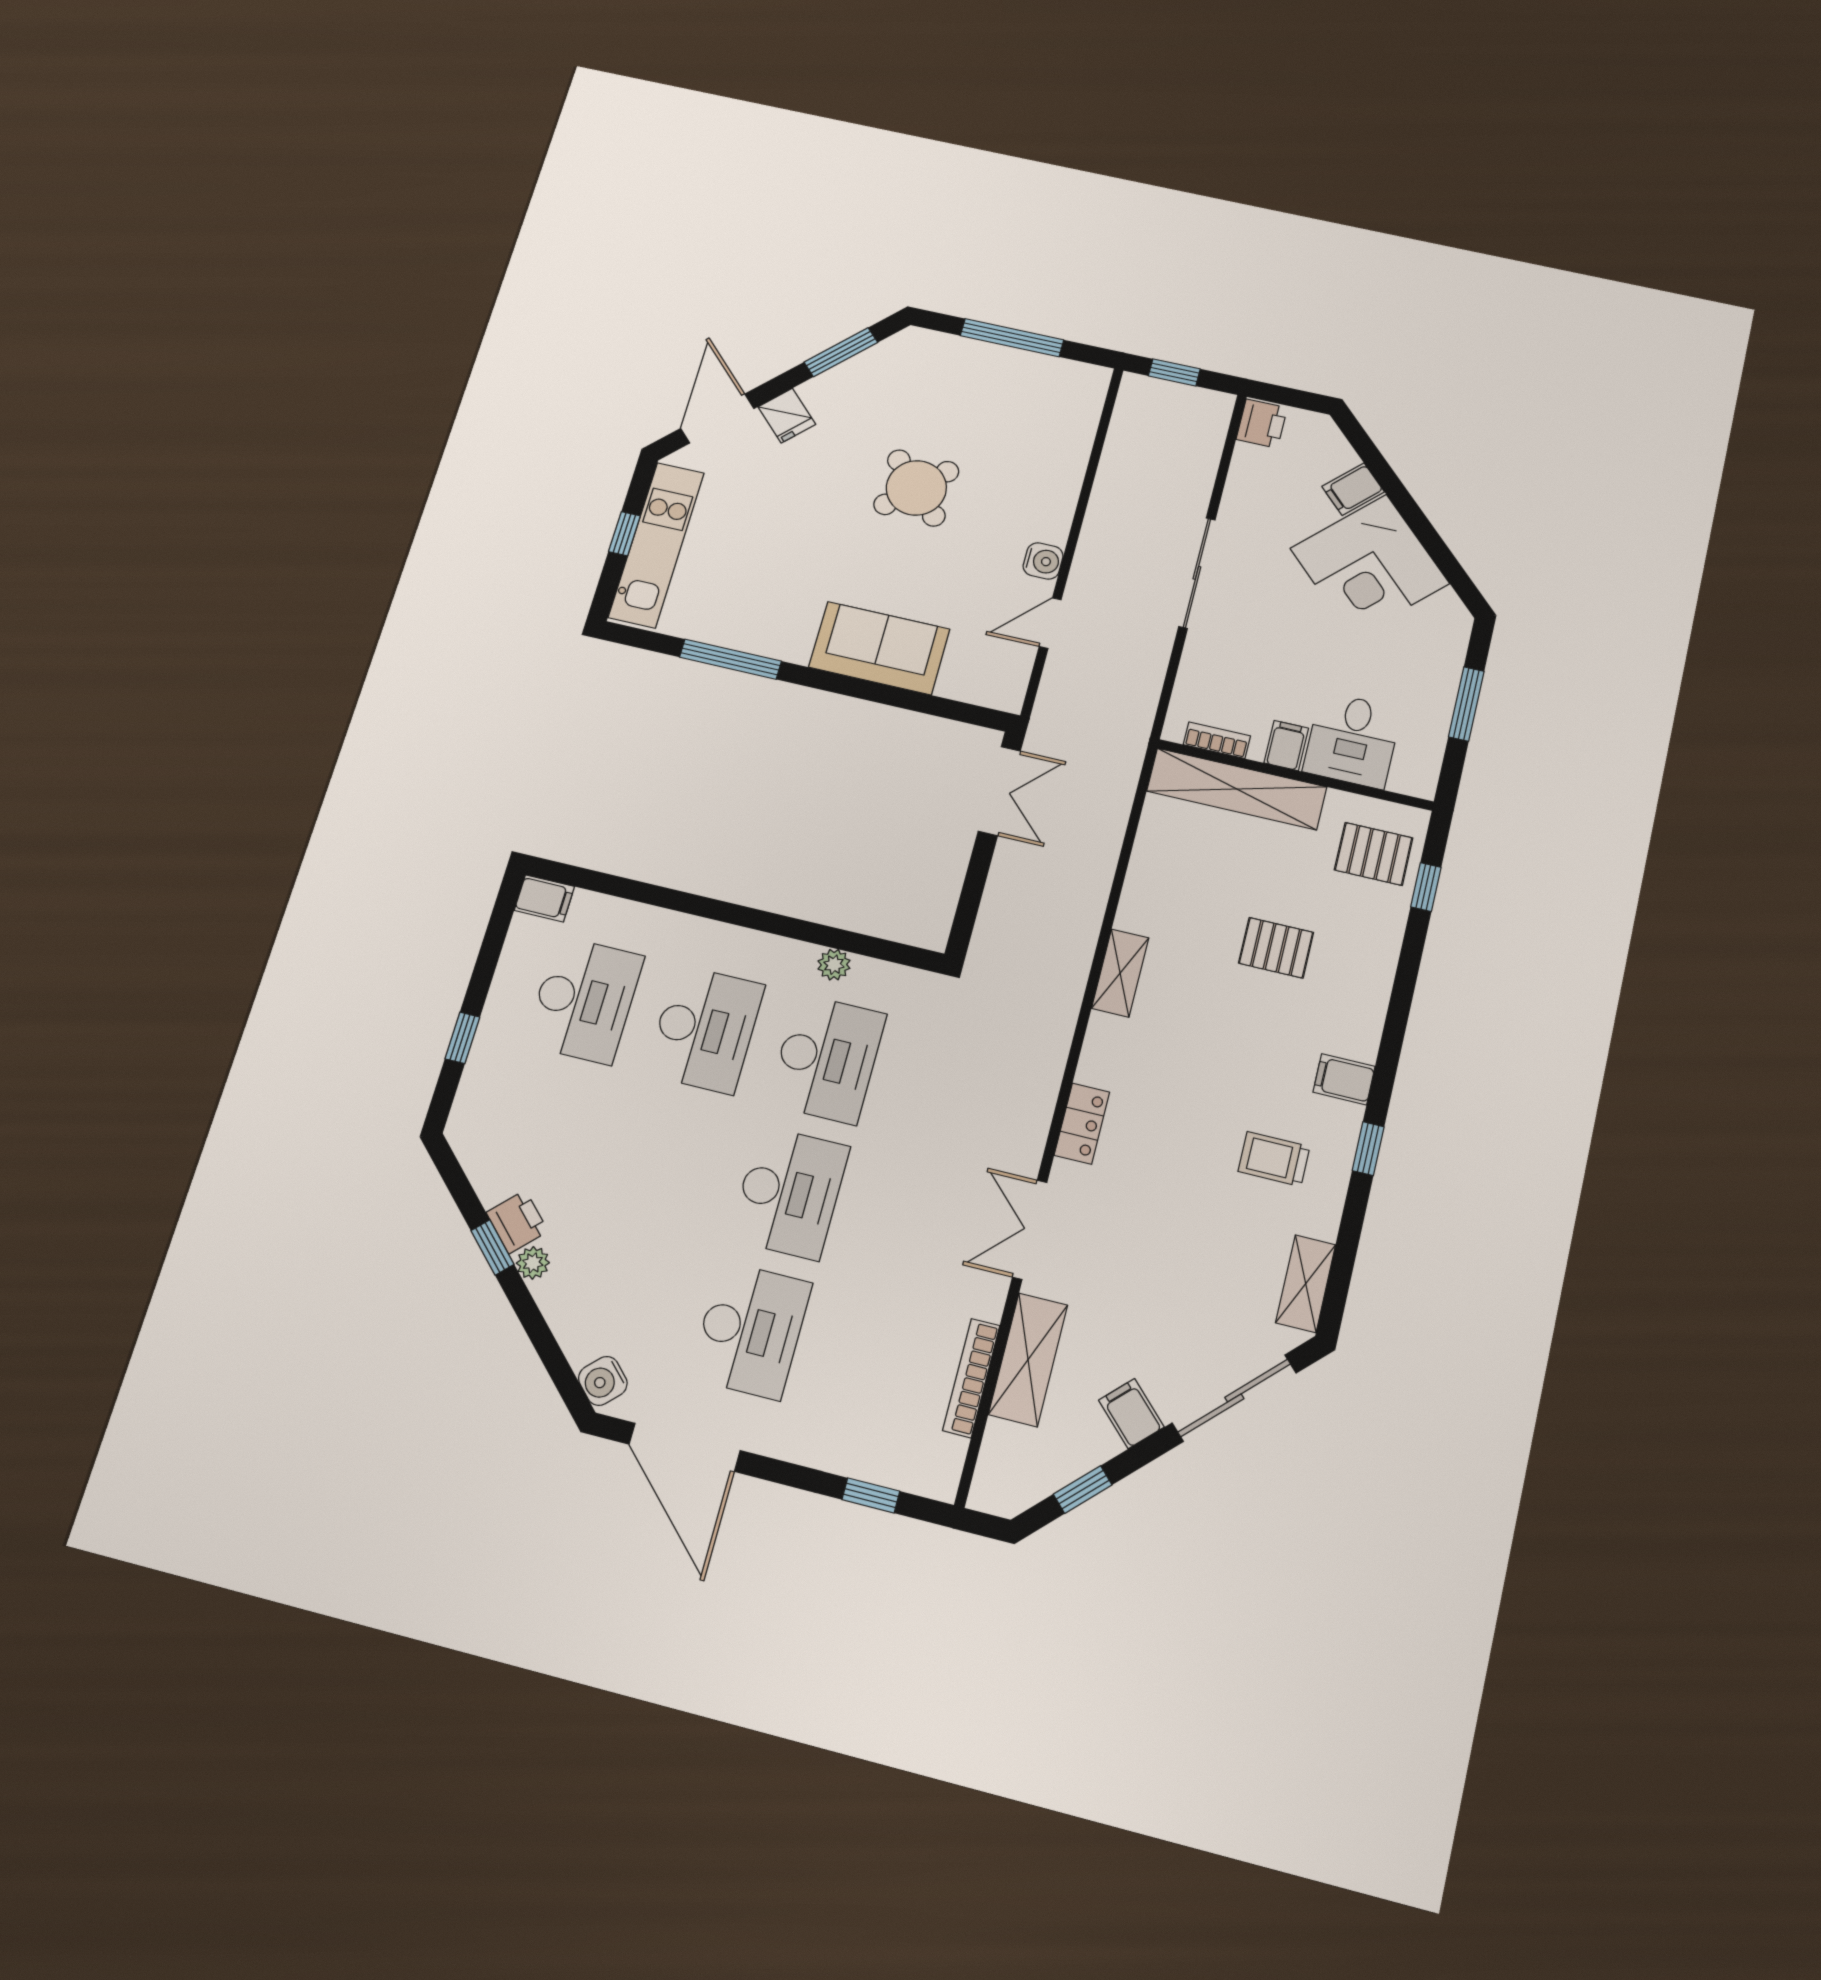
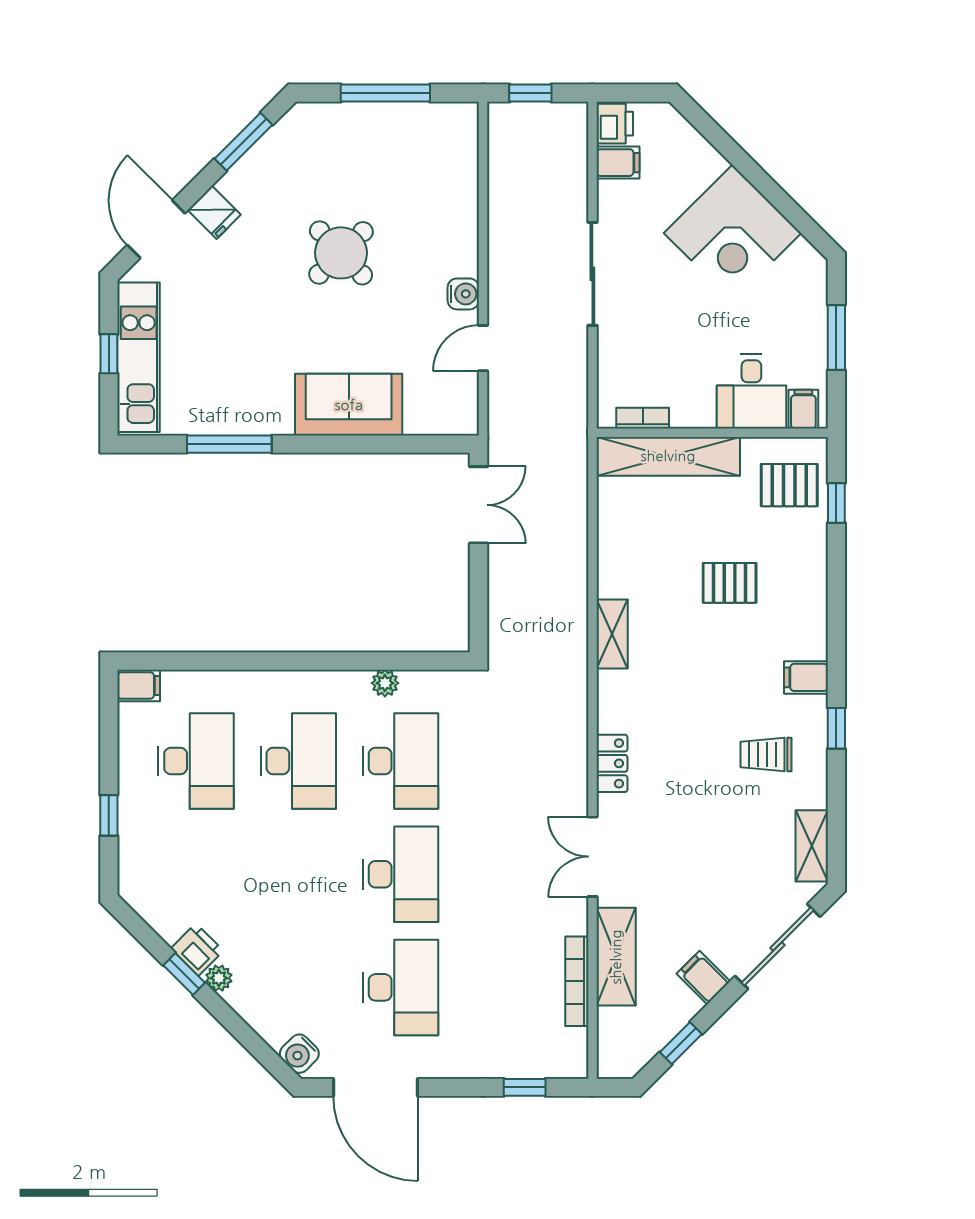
filing cabinet: (1353, 489) -> (618, 163), moved, turned -135
filing cabinet: (1286, 746) -> (803, 409), moved

